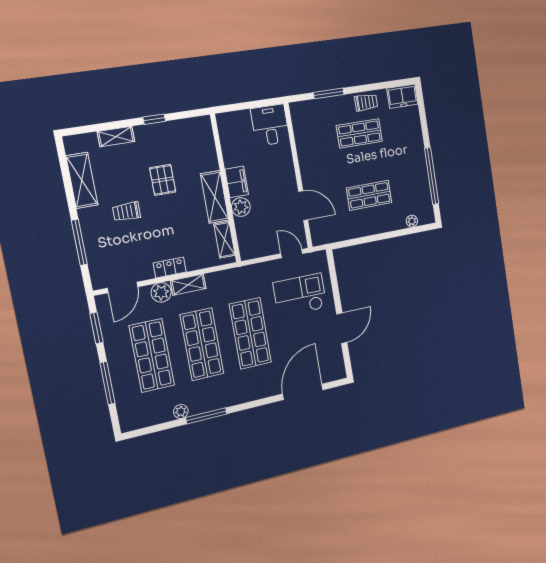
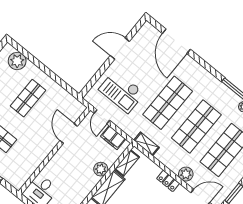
filing cabinet: (237, 182) -> (113, 138), moved, turned -90
shop shelf: (369, 195) -> (28, 98), turned 90
plant: (412, 221) -> (17, 61), width x1.88, depth x1.88
shelving: (188, 285) -> (147, 144), moved
door: (303, 392) -> (176, 41), hinge flipped

